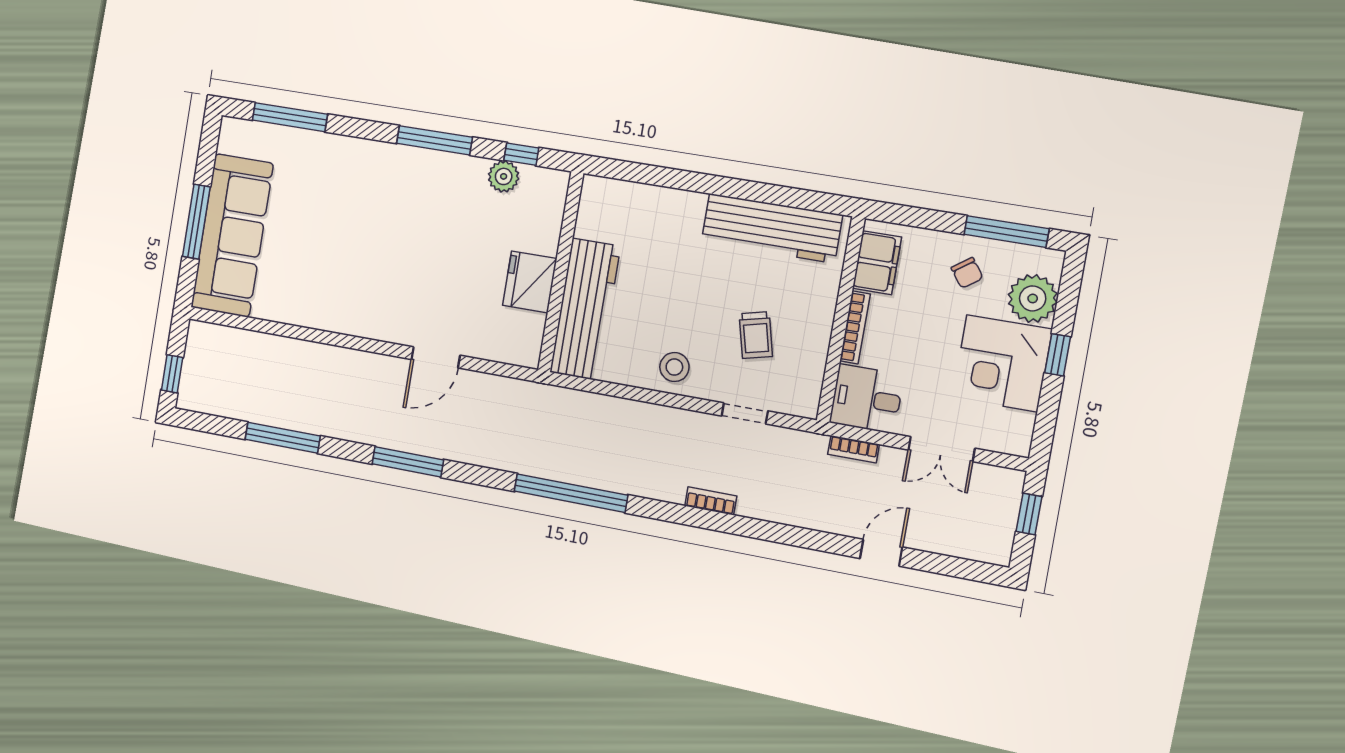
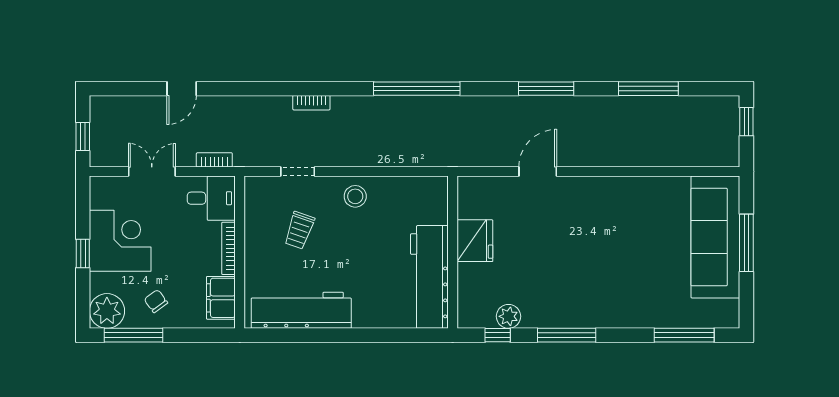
plant: (1033, 298) -> (107, 311), moved
workbench: (585, 309) -> (429, 277), moved
trolley: (756, 335) -> (299, 230), turned -147

